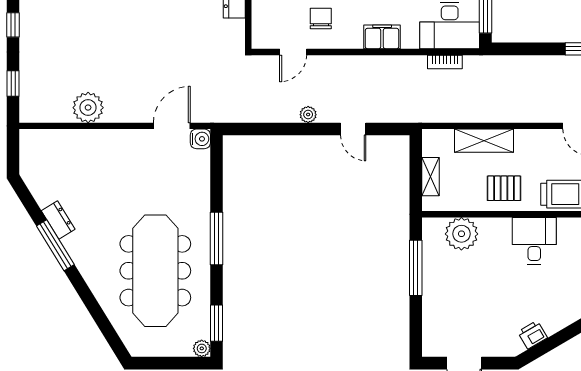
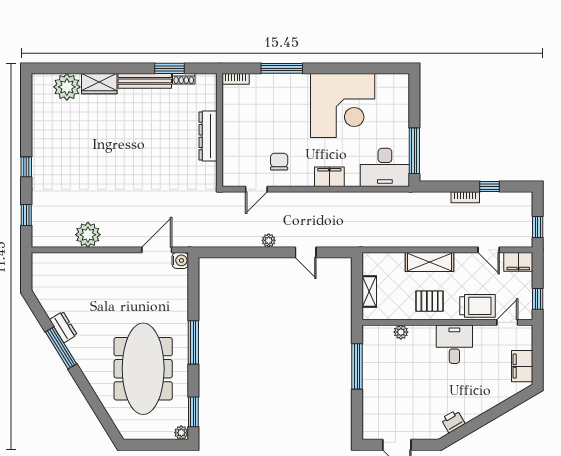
bookcase: (445, 62) -> (465, 197), moved
shelving: (484, 141) -> (429, 262), moved
plant: (461, 234) -> (401, 332), width x0.53, depth x0.53

